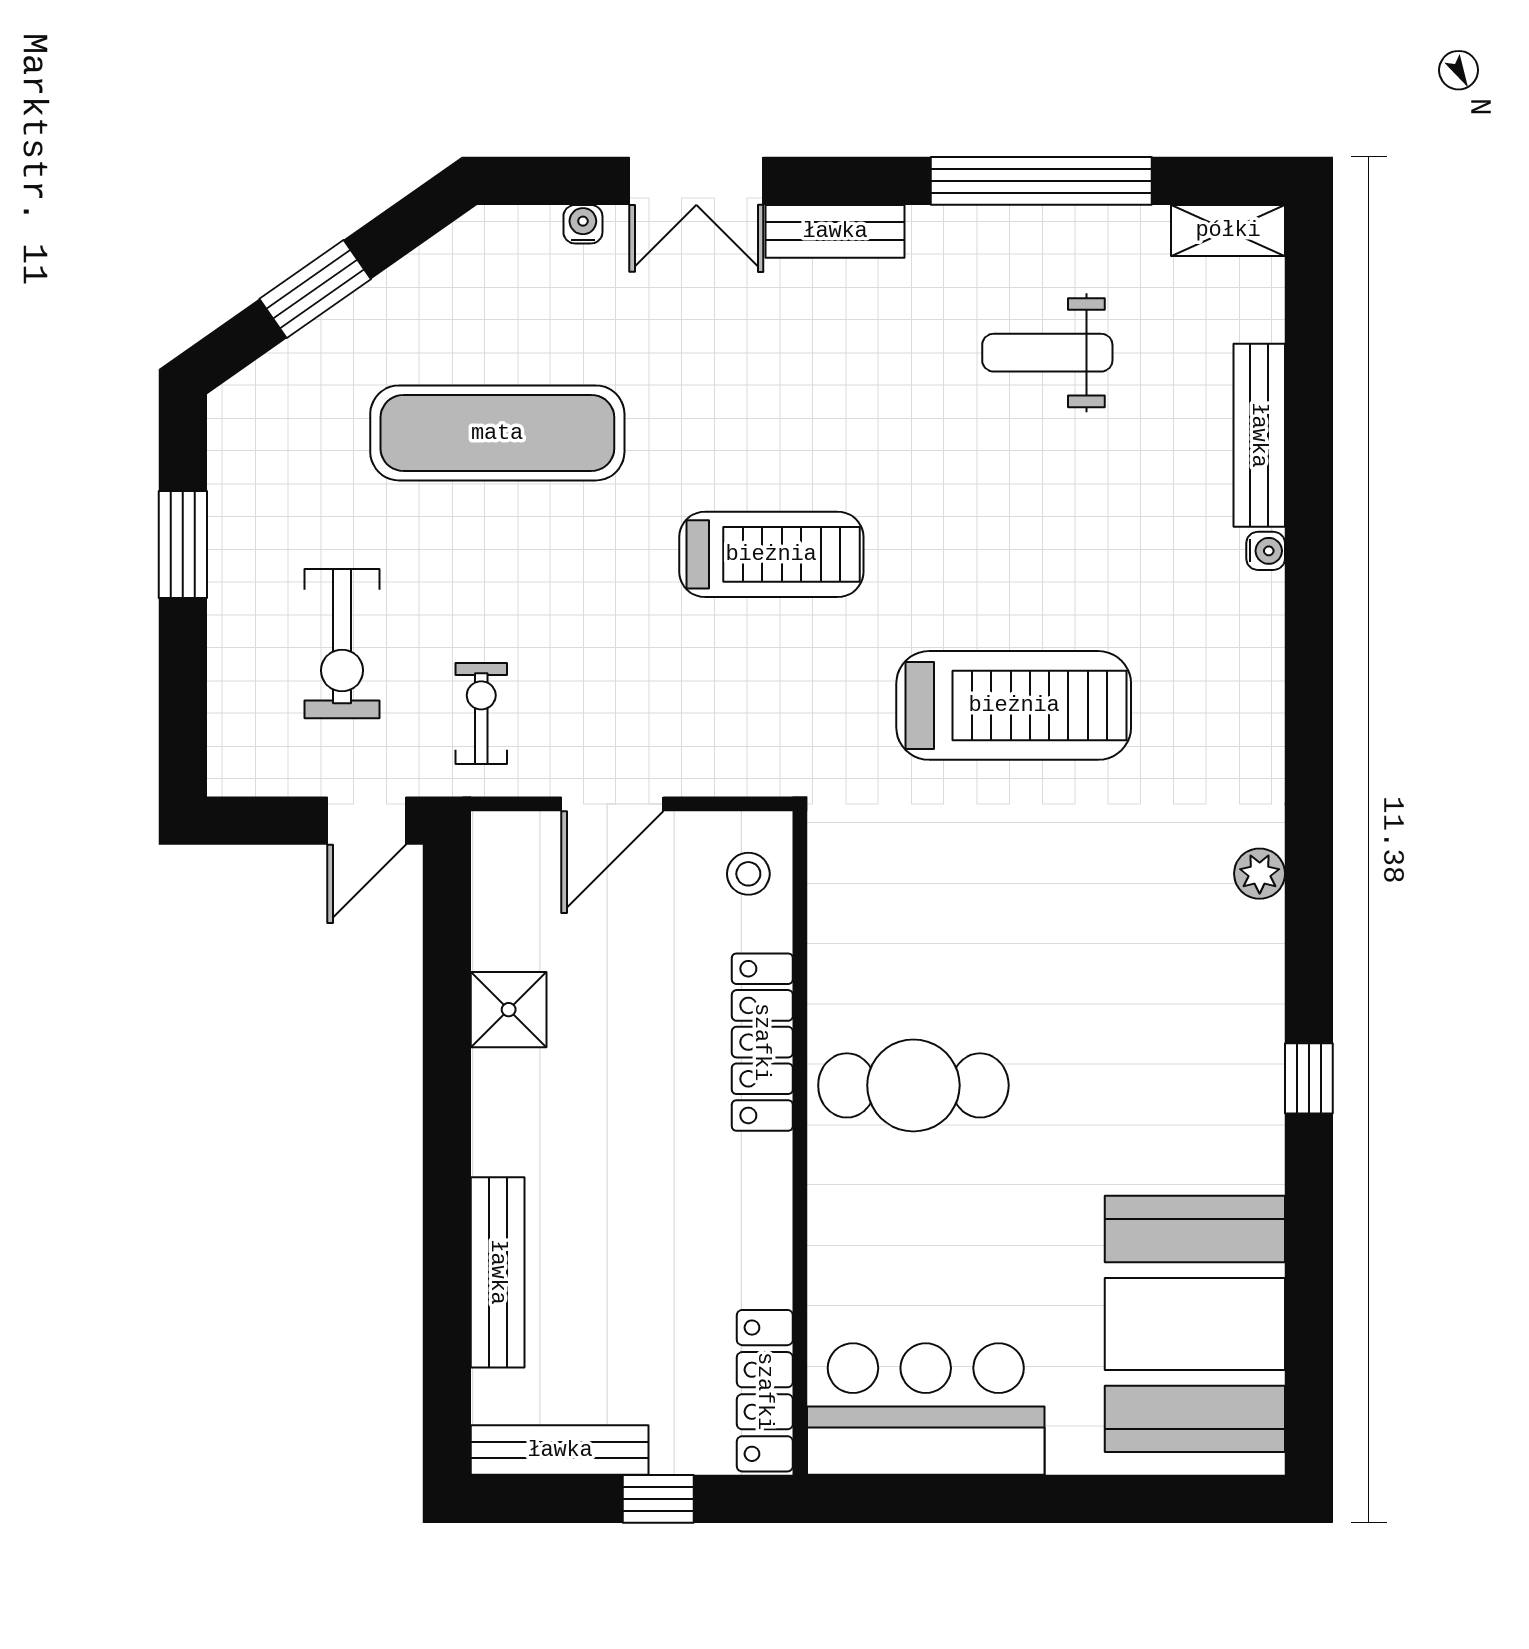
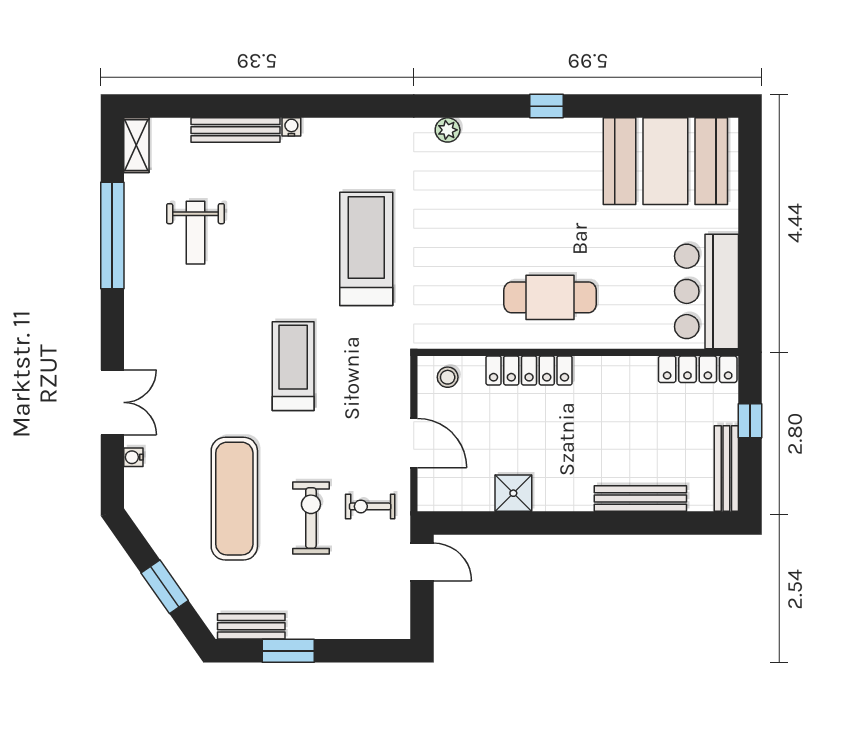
bench: (835, 231) -> (251, 626), moved, turned 90
exercise bike: (342, 644) -> (311, 518), moved, turned -90
cafe table: (913, 1085) -> (550, 297), turned 90

